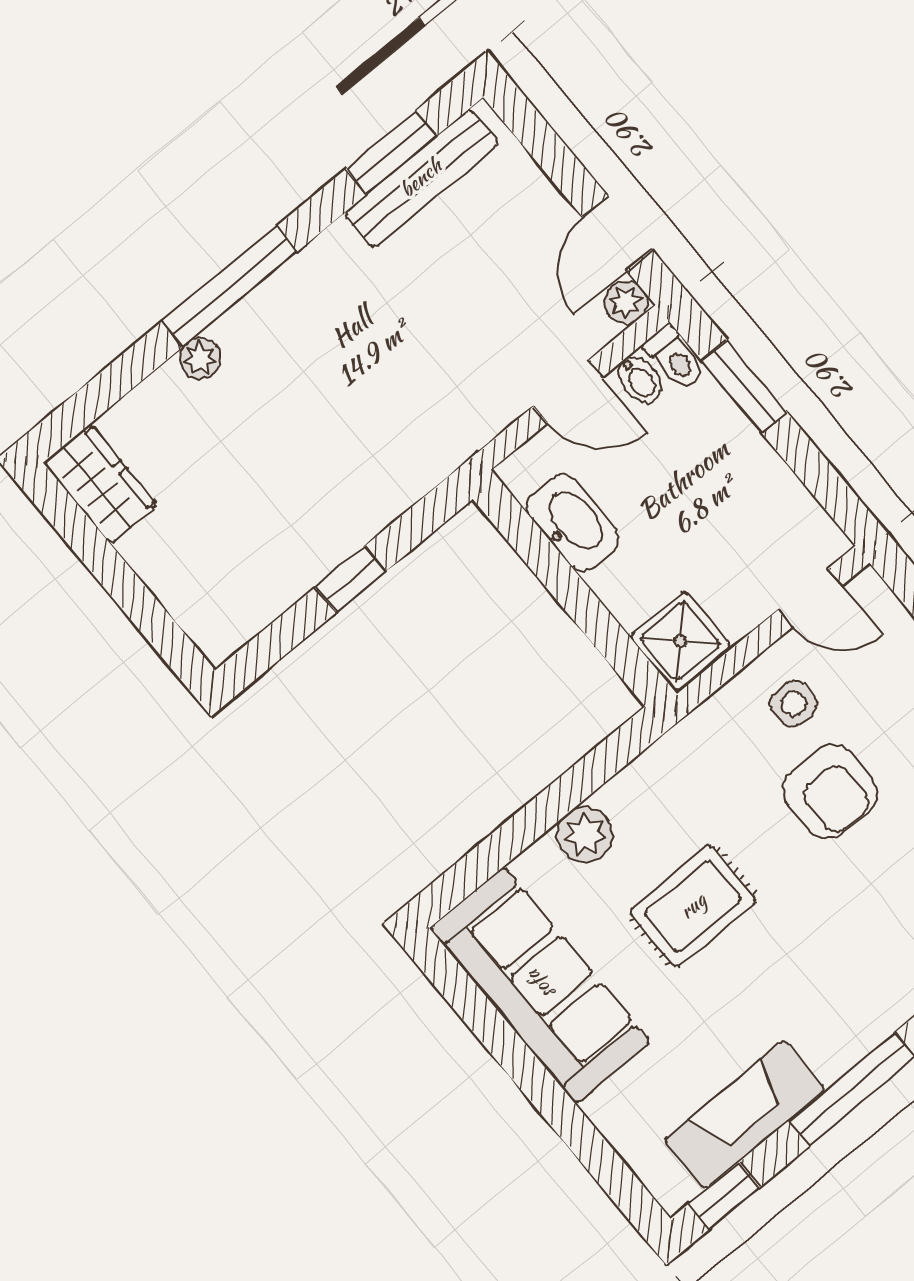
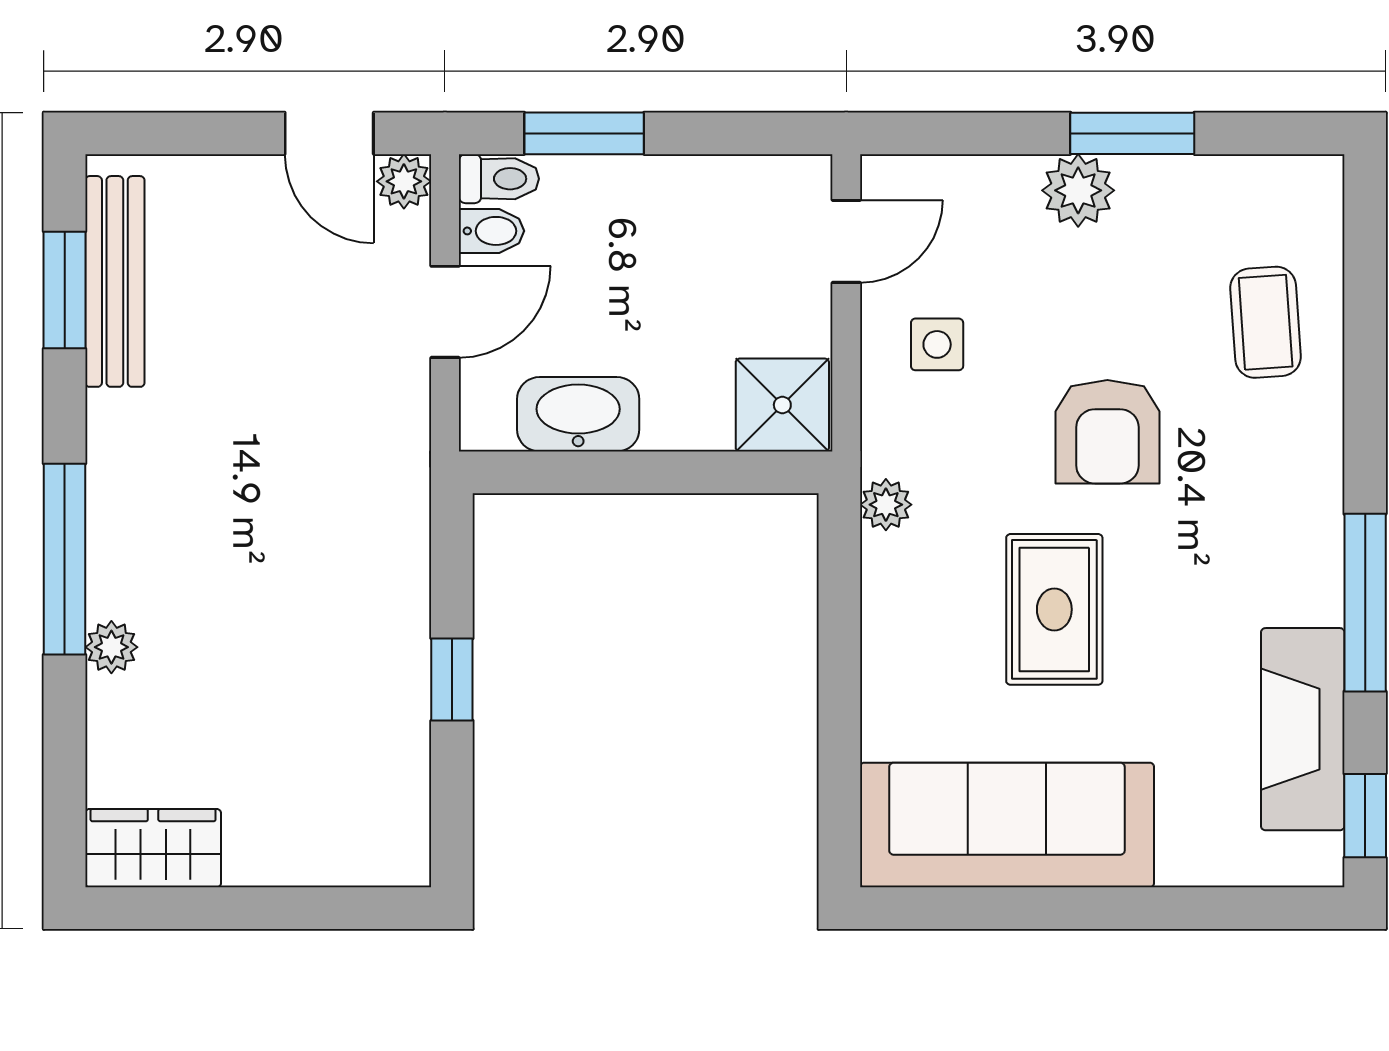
armchair: (830, 791) -> (1107, 432), moved, turned 90
plant: (585, 835) -> (886, 505), moved, width x0.73, depth x0.73

